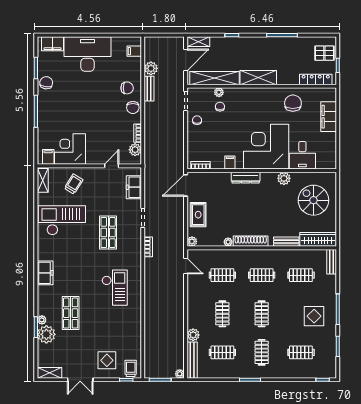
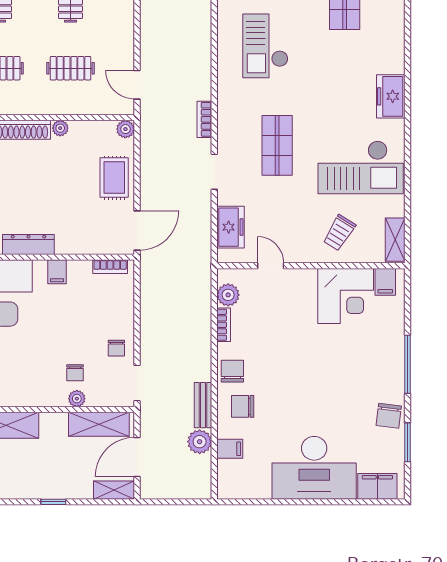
filing cabinet: (134, 51) -> (230, 449), moved
shelving: (215, 78) -> (99, 424), width x0.68
door: (112, 166) -> (271, 266), swing flipped
freezer: (45, 273) -> (391, 96), moved

